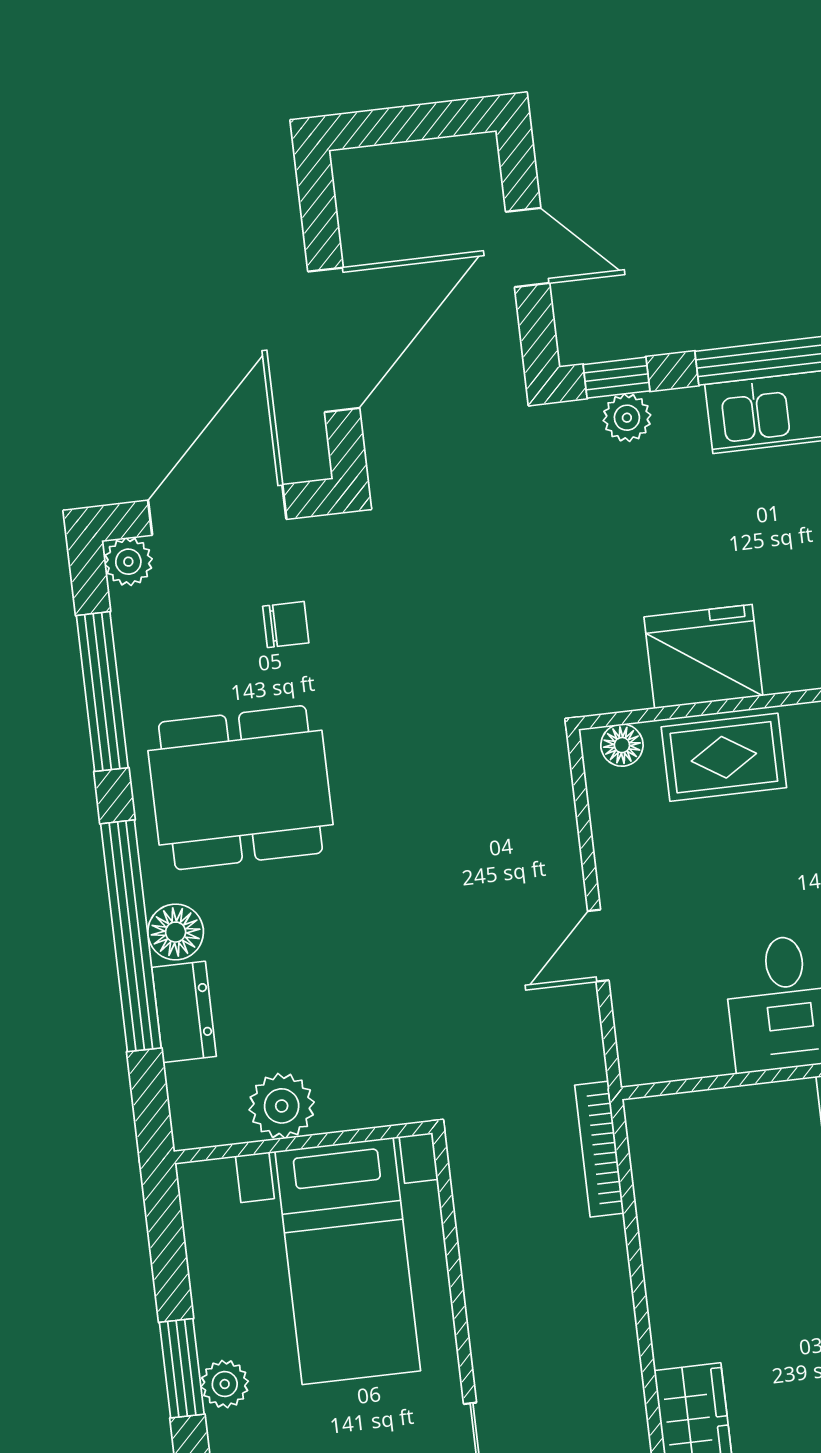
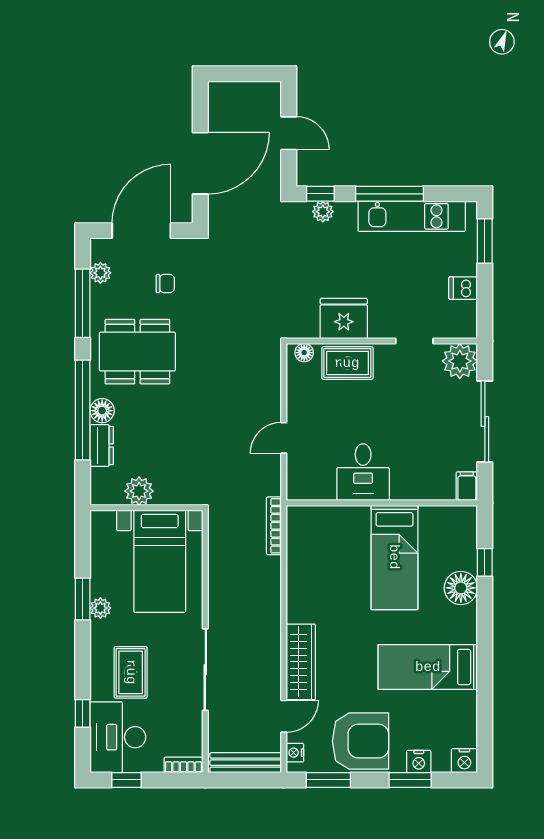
plant: (128, 562) -> (100, 273), moved

